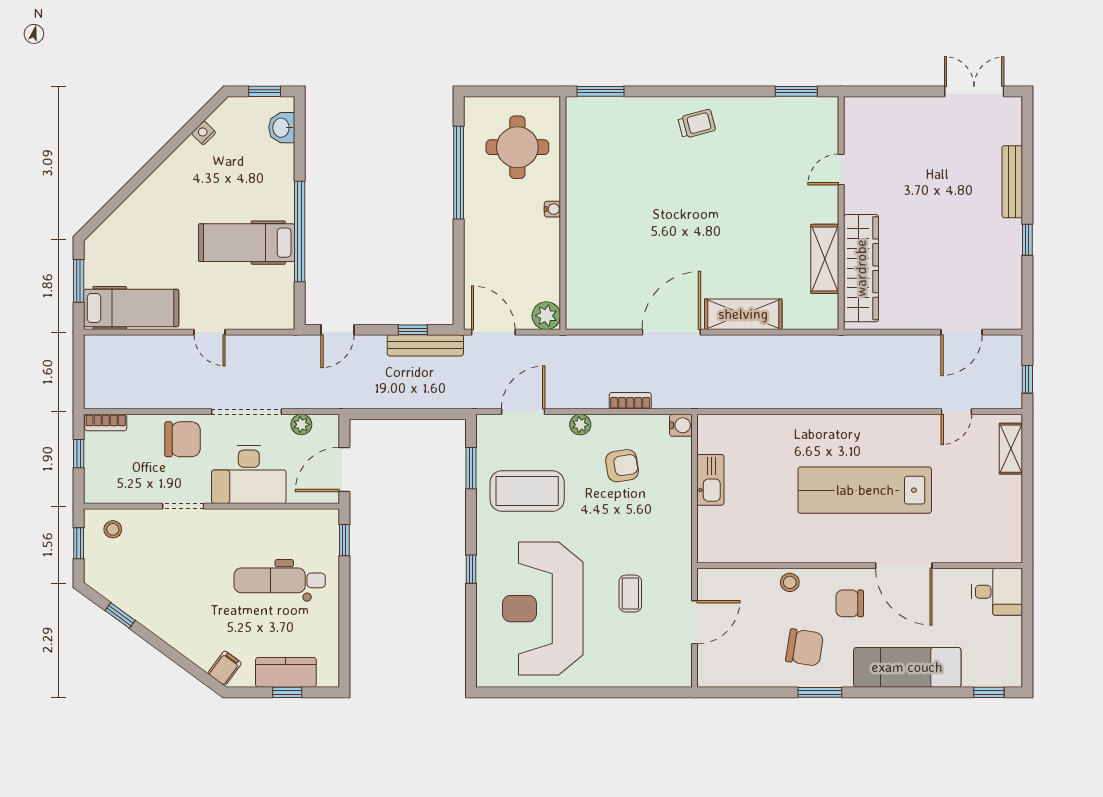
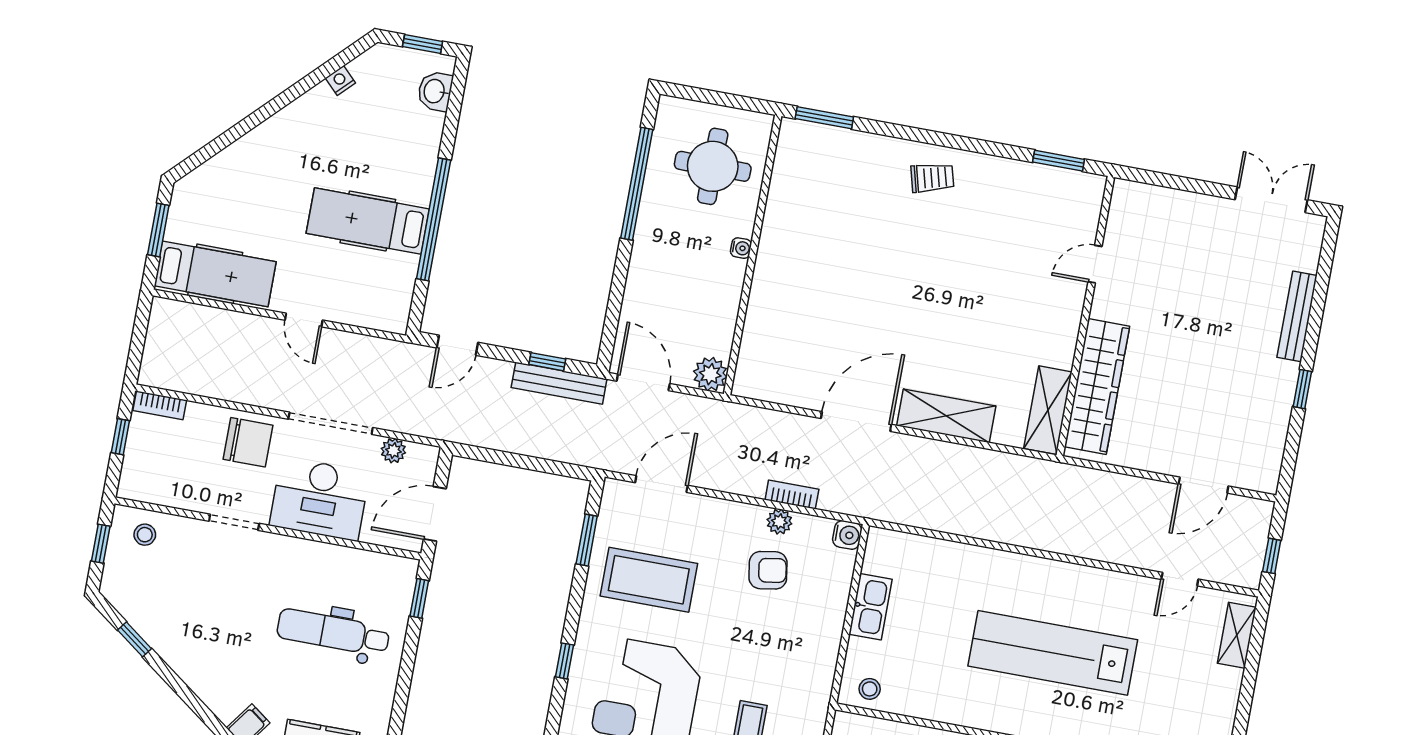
shelving: (825, 259) -> (1048, 410), moved
plant: (580, 425) -> (779, 522), moved
stool: (722, 547) -> (870, 689), added

